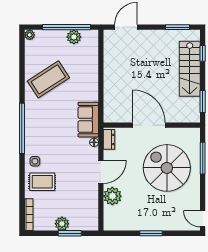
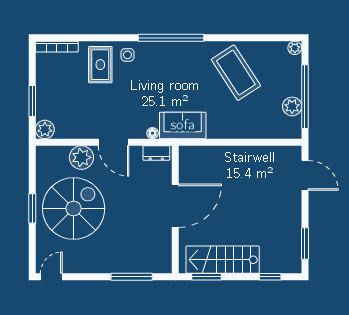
stairs: (190, 69) -> (223, 260), moved
spiral stairs: (167, 168) -> (74, 208), moved
plant: (62, 224) -> (45, 129), moved

